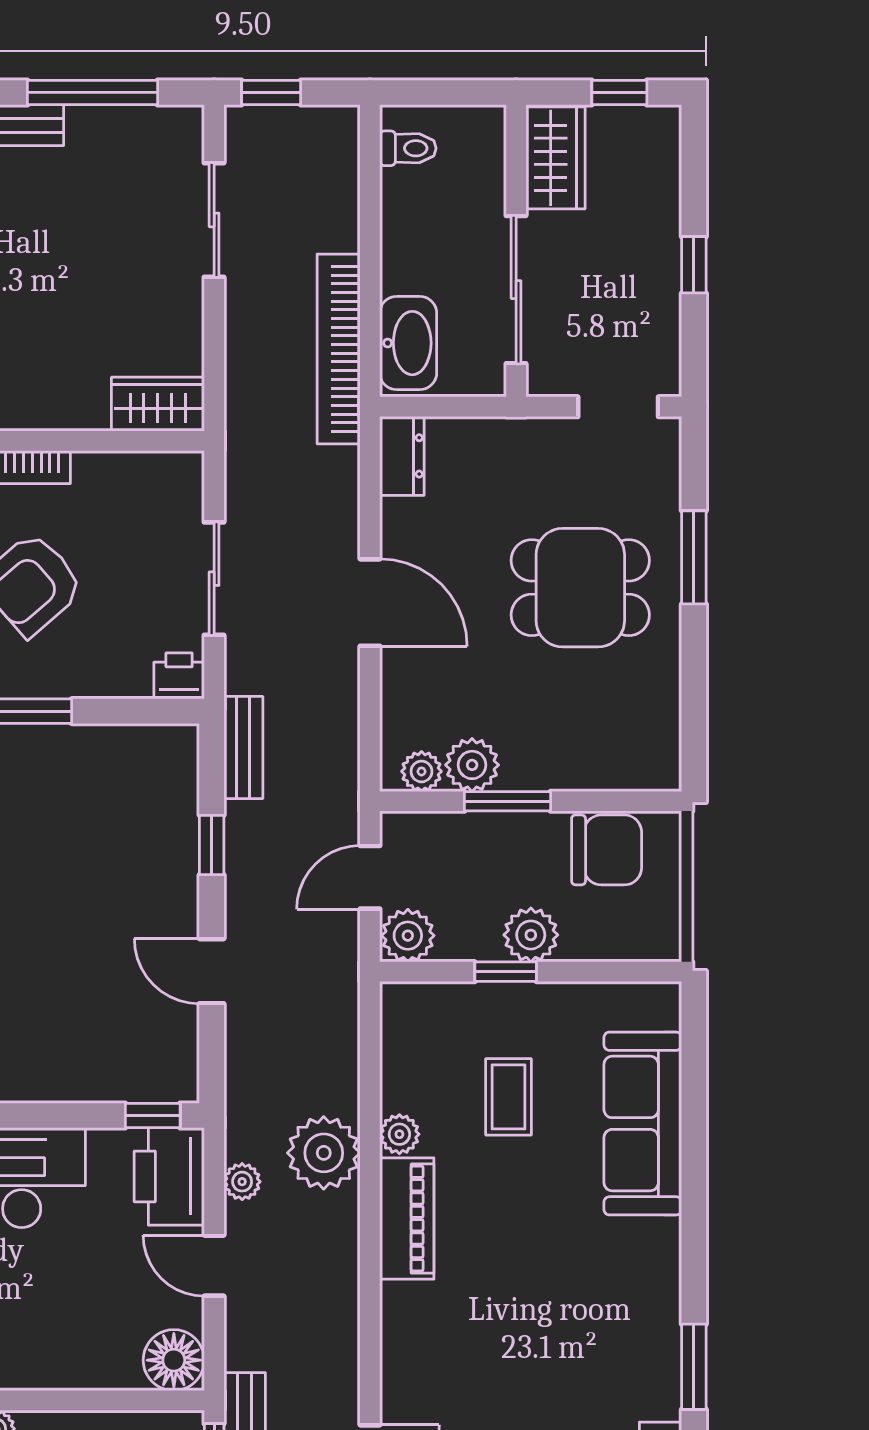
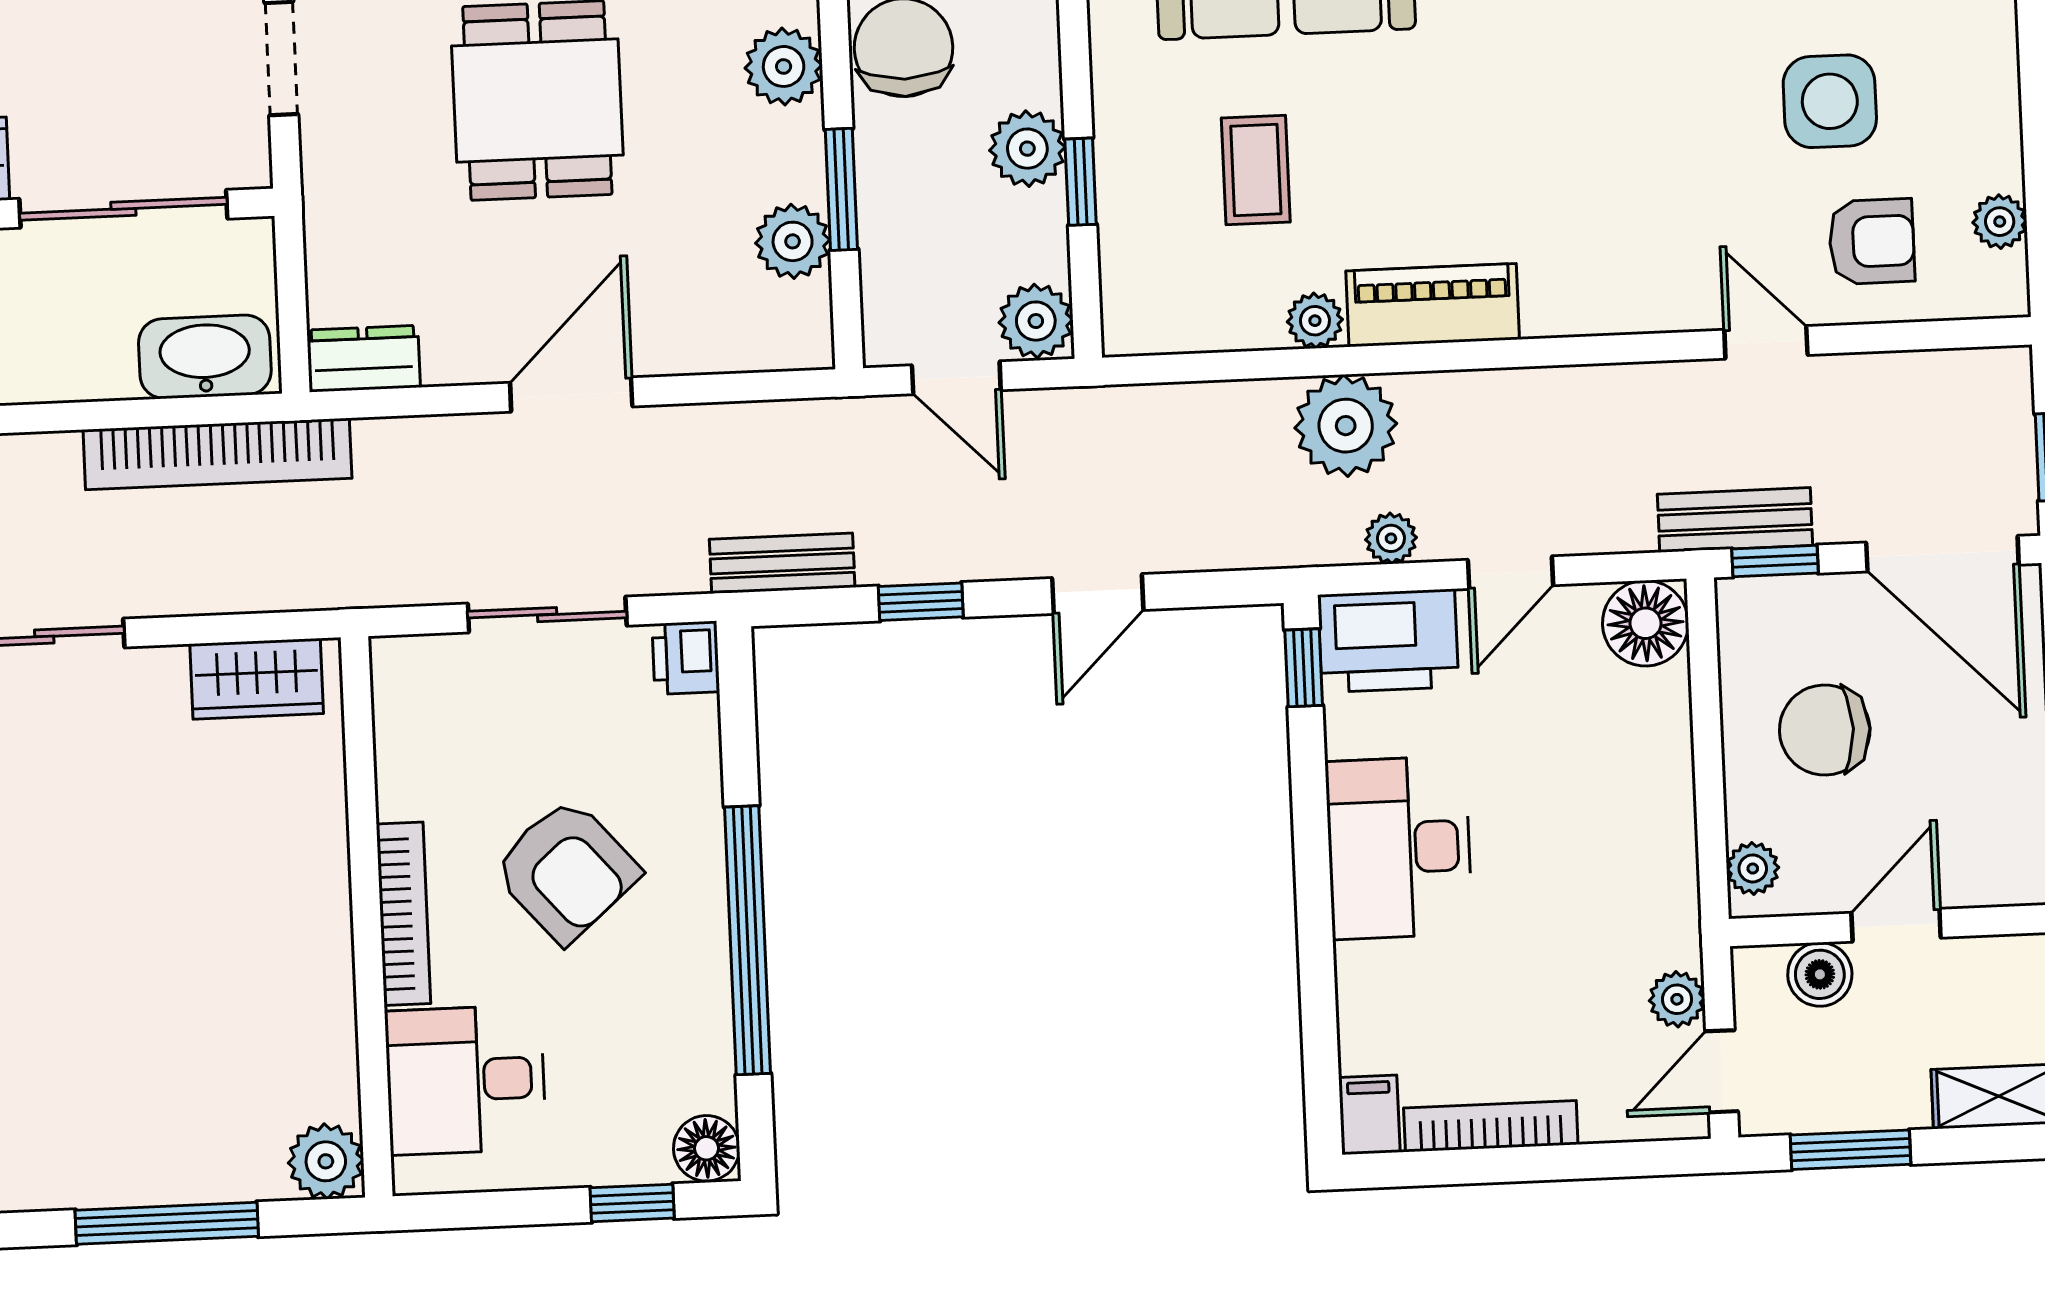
wardrobe: (158, 404) -> (257, 679), moved, turned -90
plant: (422, 771) -> (784, 66), moved, width x1.38, depth x1.38
coffee table: (509, 1097) -> (1256, 170), turned 90

